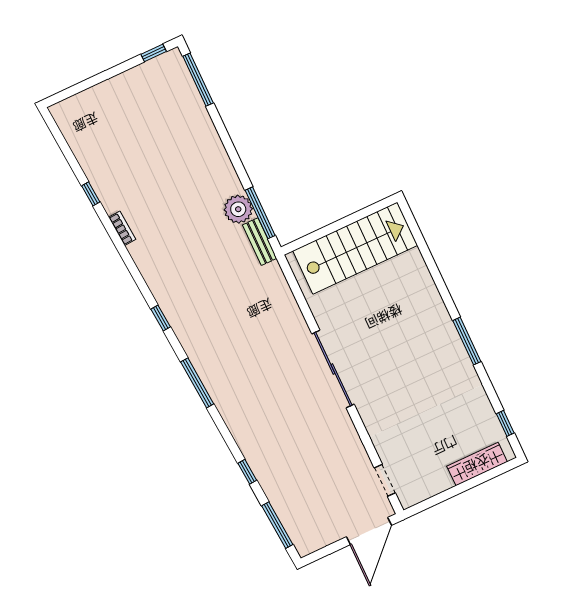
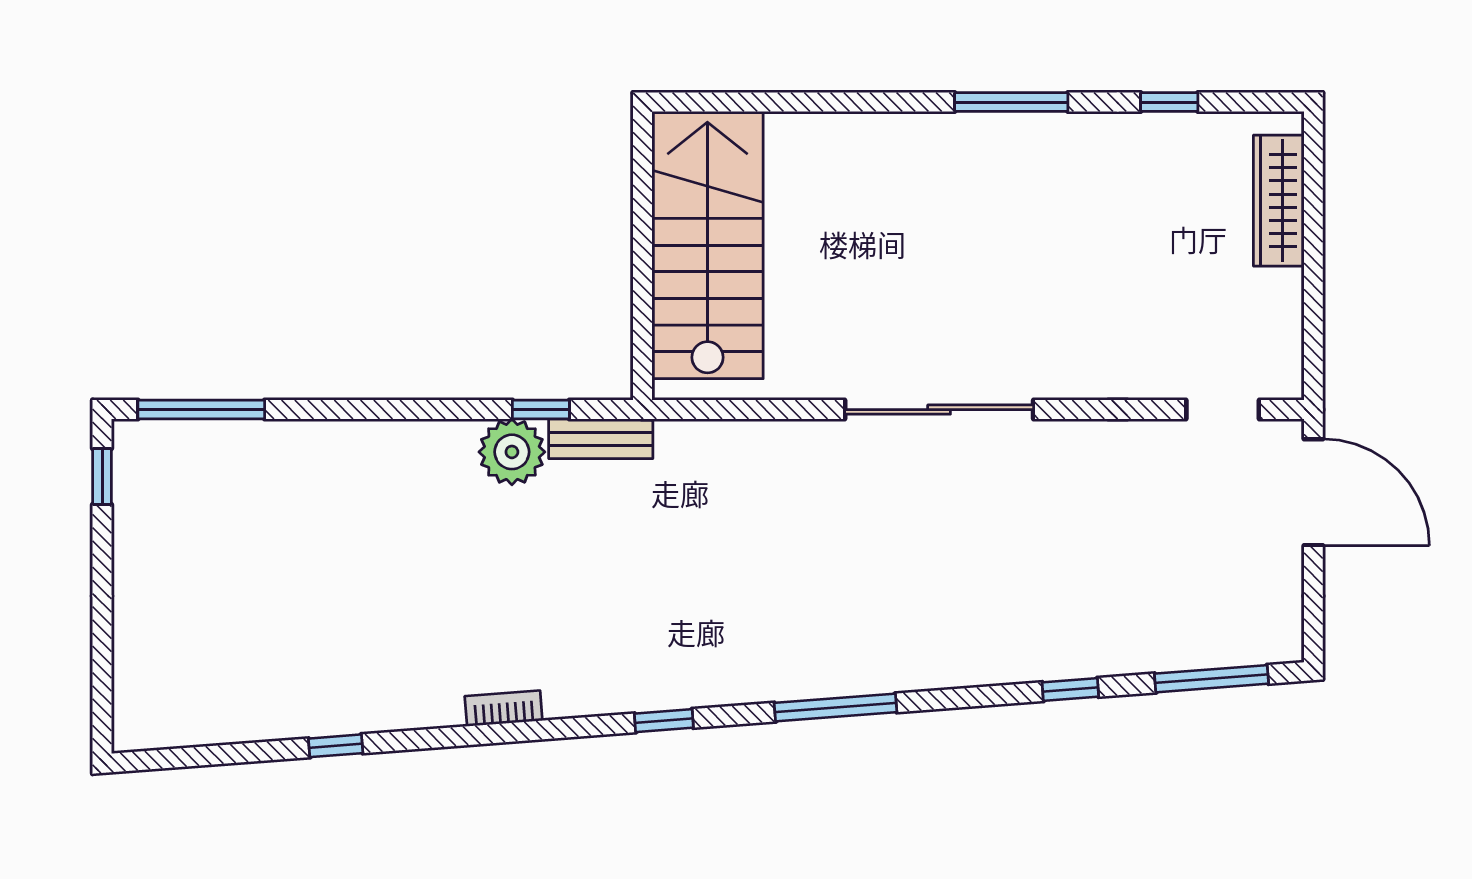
window: (260, 213) -> (541, 410), width x0.46
bookcase: (122, 228) -> (504, 708), moved
window: (505, 423) -> (1169, 102), moved

